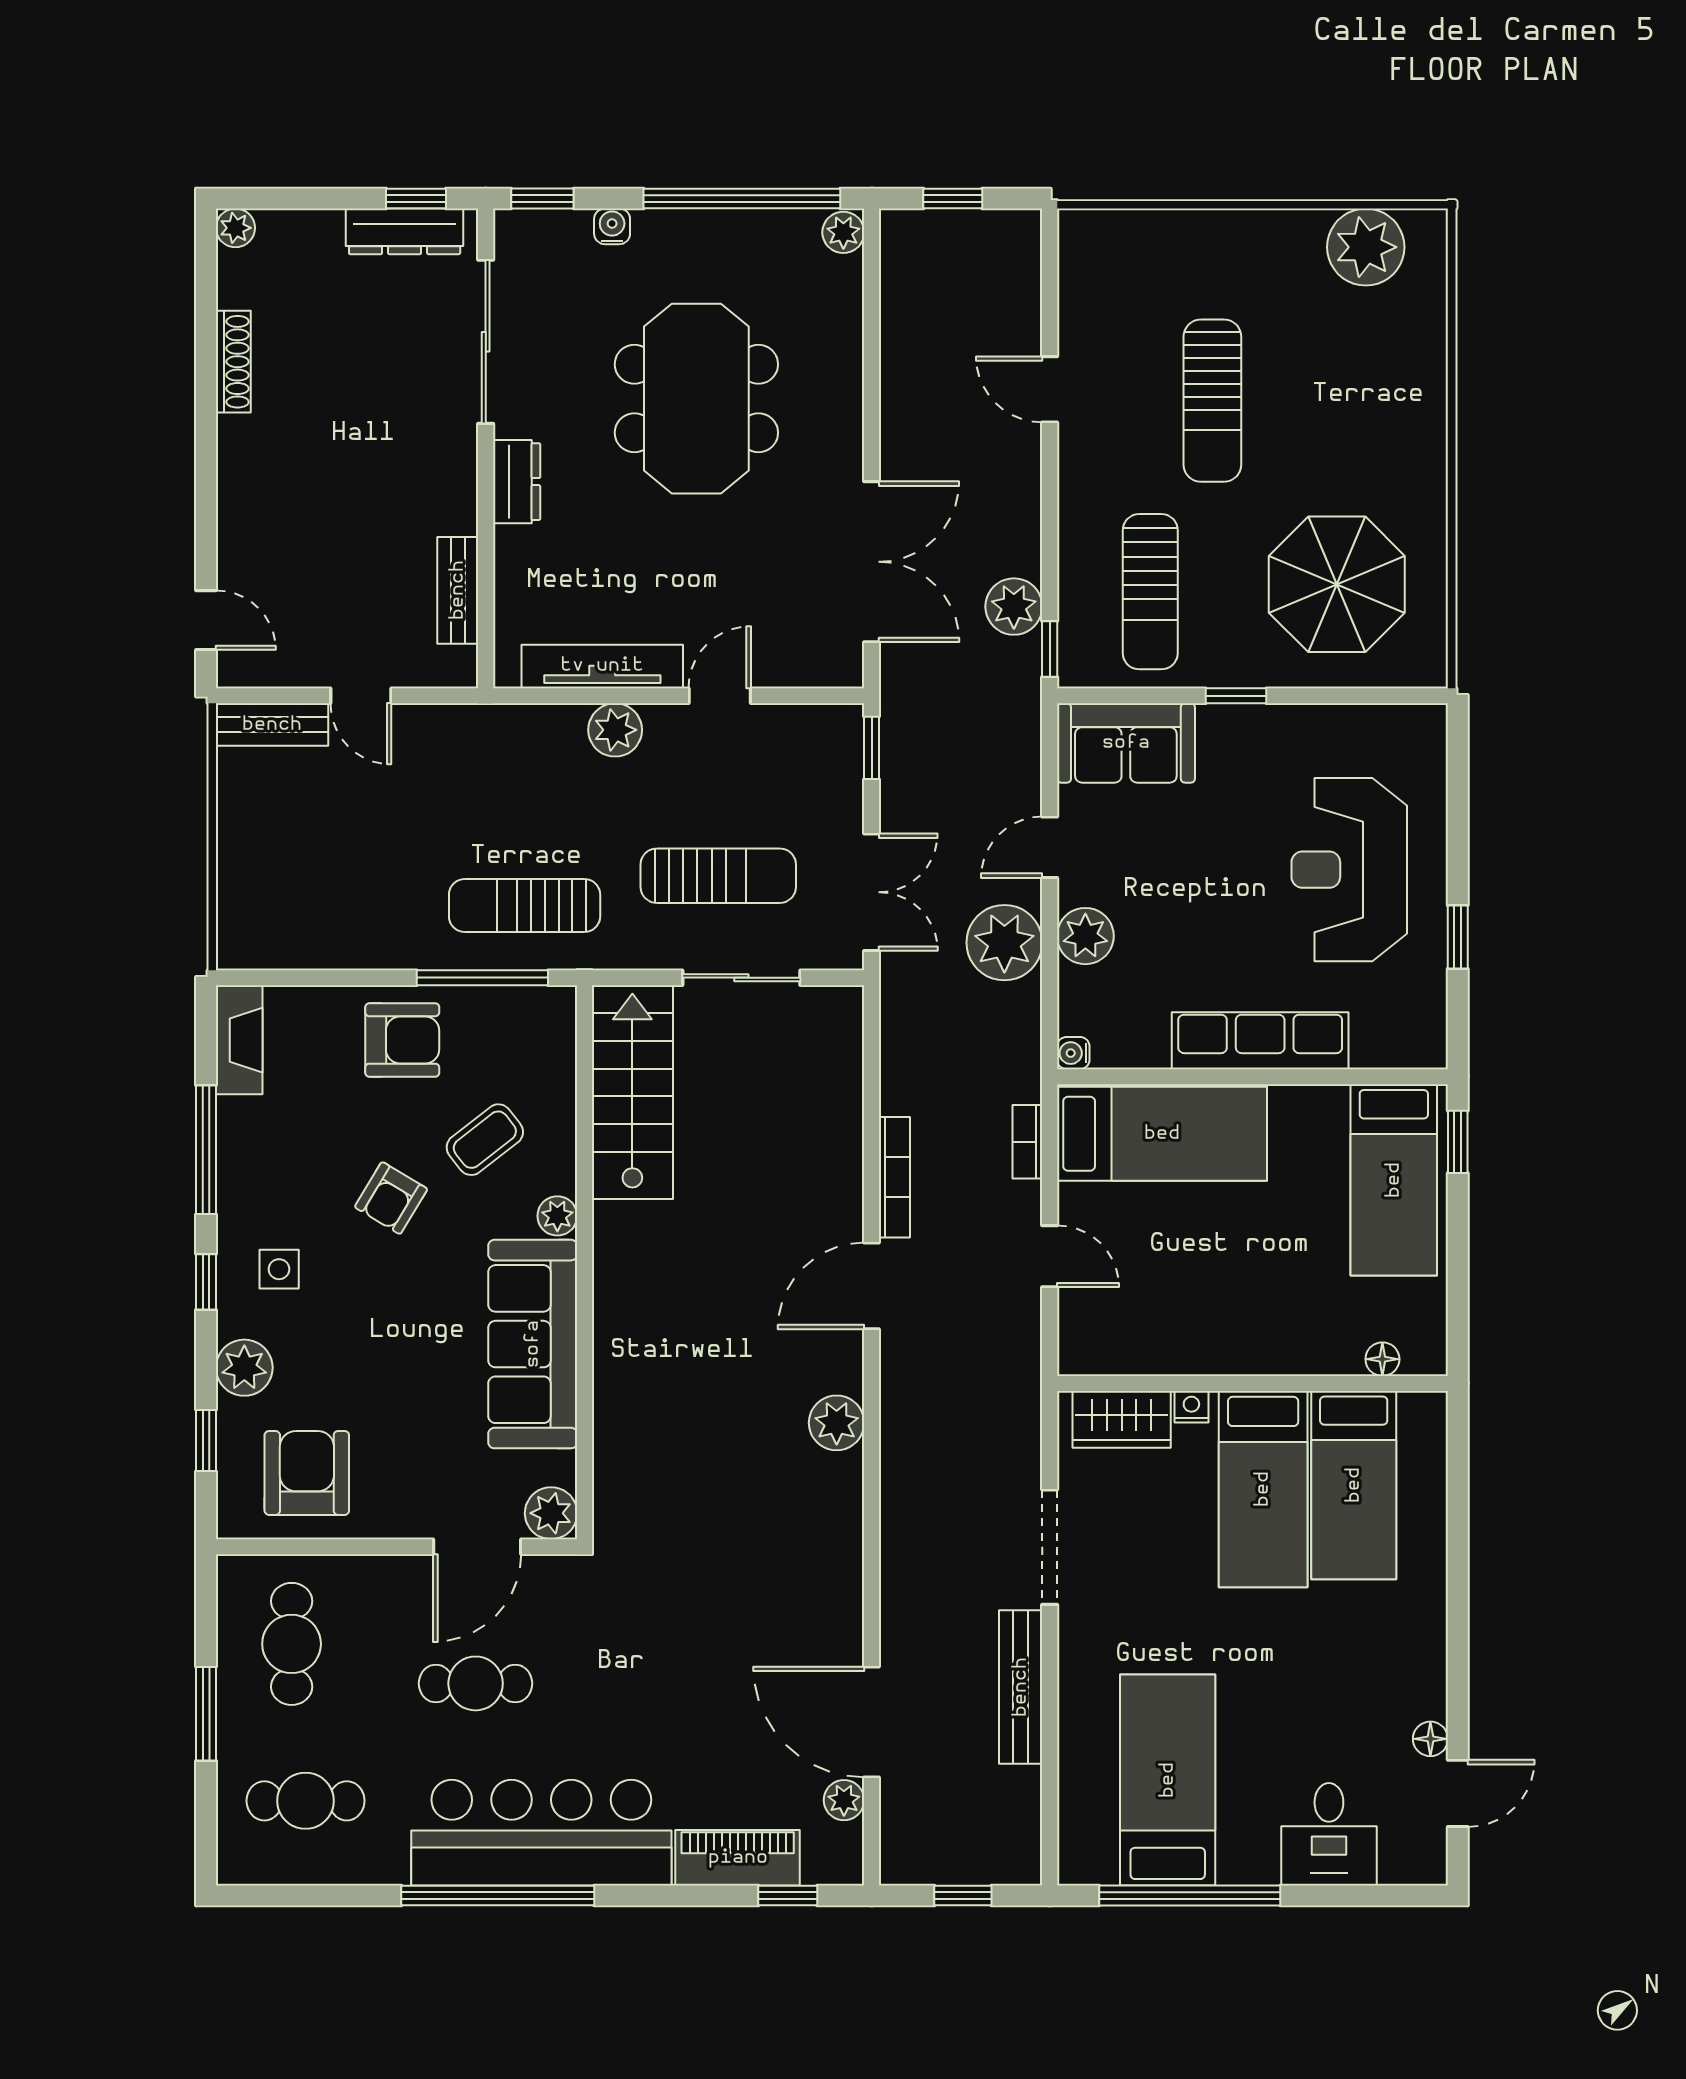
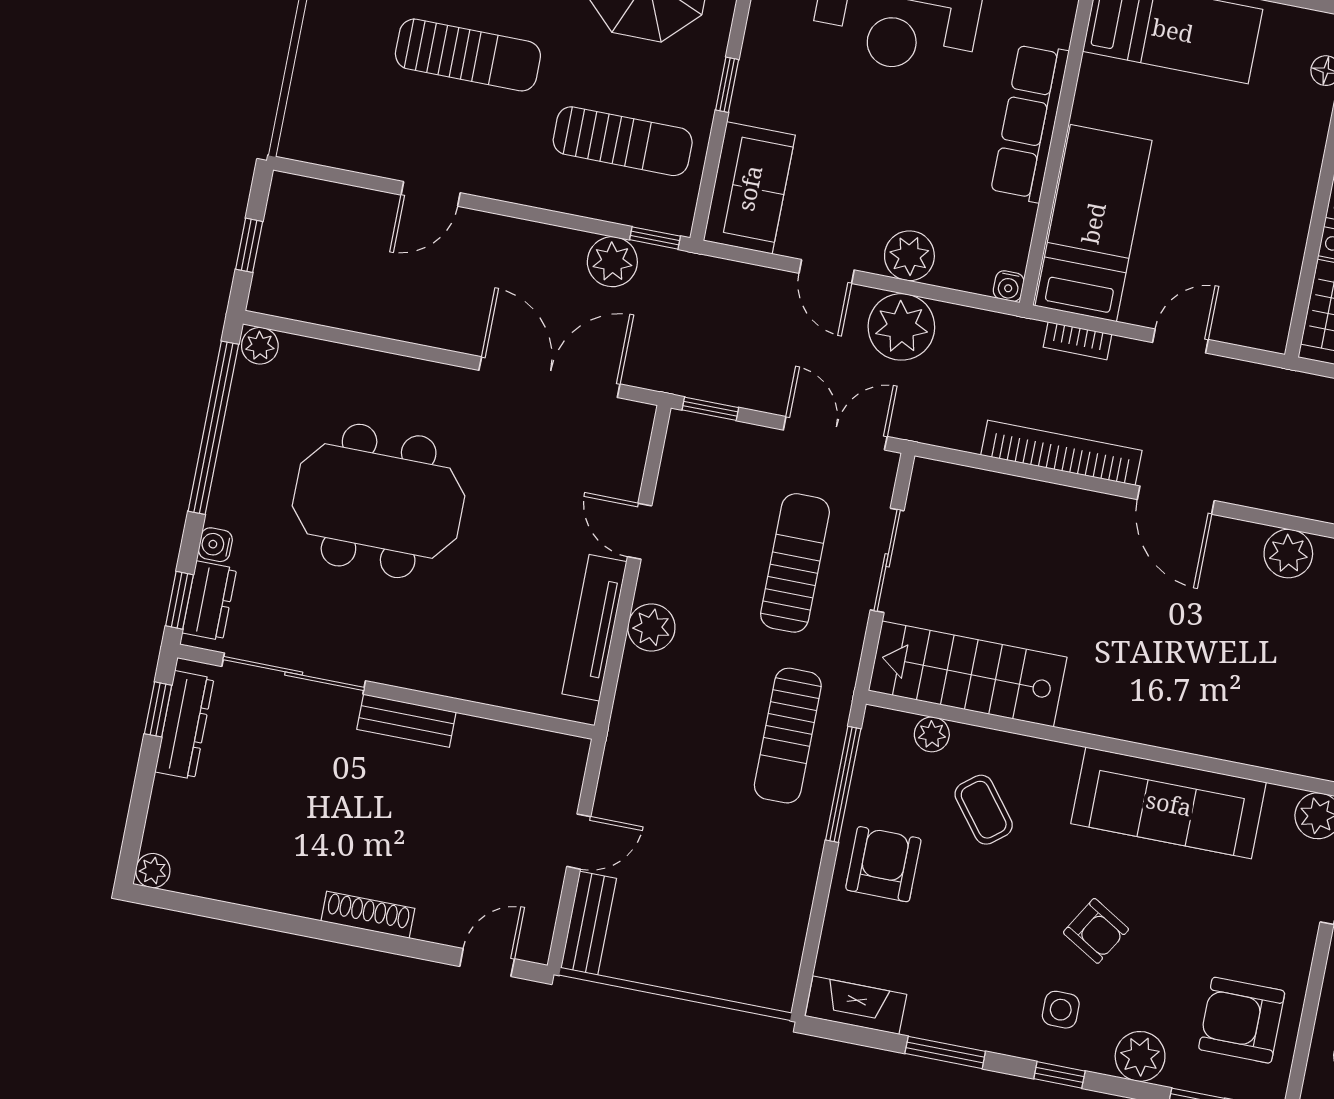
shoe rack: (233, 362) -> (368, 915), moved
dresser: (517, 482) -> (209, 601), moved, turned 90
bench: (458, 590) -> (406, 721), moved
window: (206, 1150) -> (945, 1052), width x0.69
bookcase: (894, 1177) -> (1061, 453), width x1.48, depth x1.31
armchair: (391, 1198) -> (1096, 931), moved
plant: (557, 1216) -> (932, 734), moved

